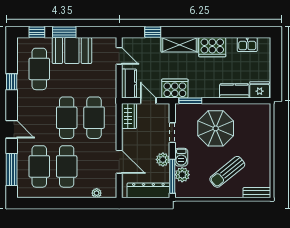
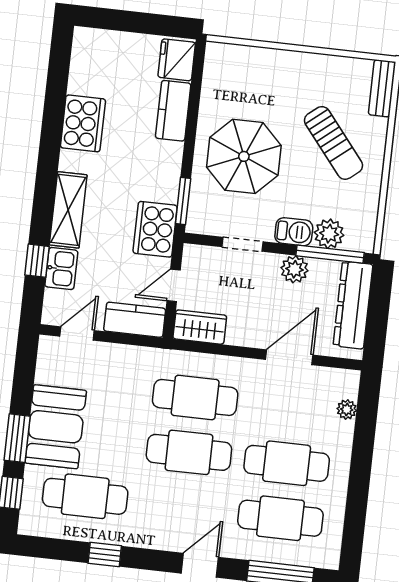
kitchen sink: (247, 45) -> (61, 269), moved
cooker: (212, 47) -> (83, 123), moved

